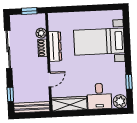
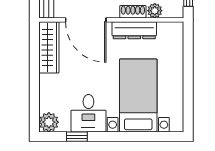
door: (50, 80) -> (86, 20), width x1.88
desk: (99, 96) -> (88, 113), moved, turned -90

